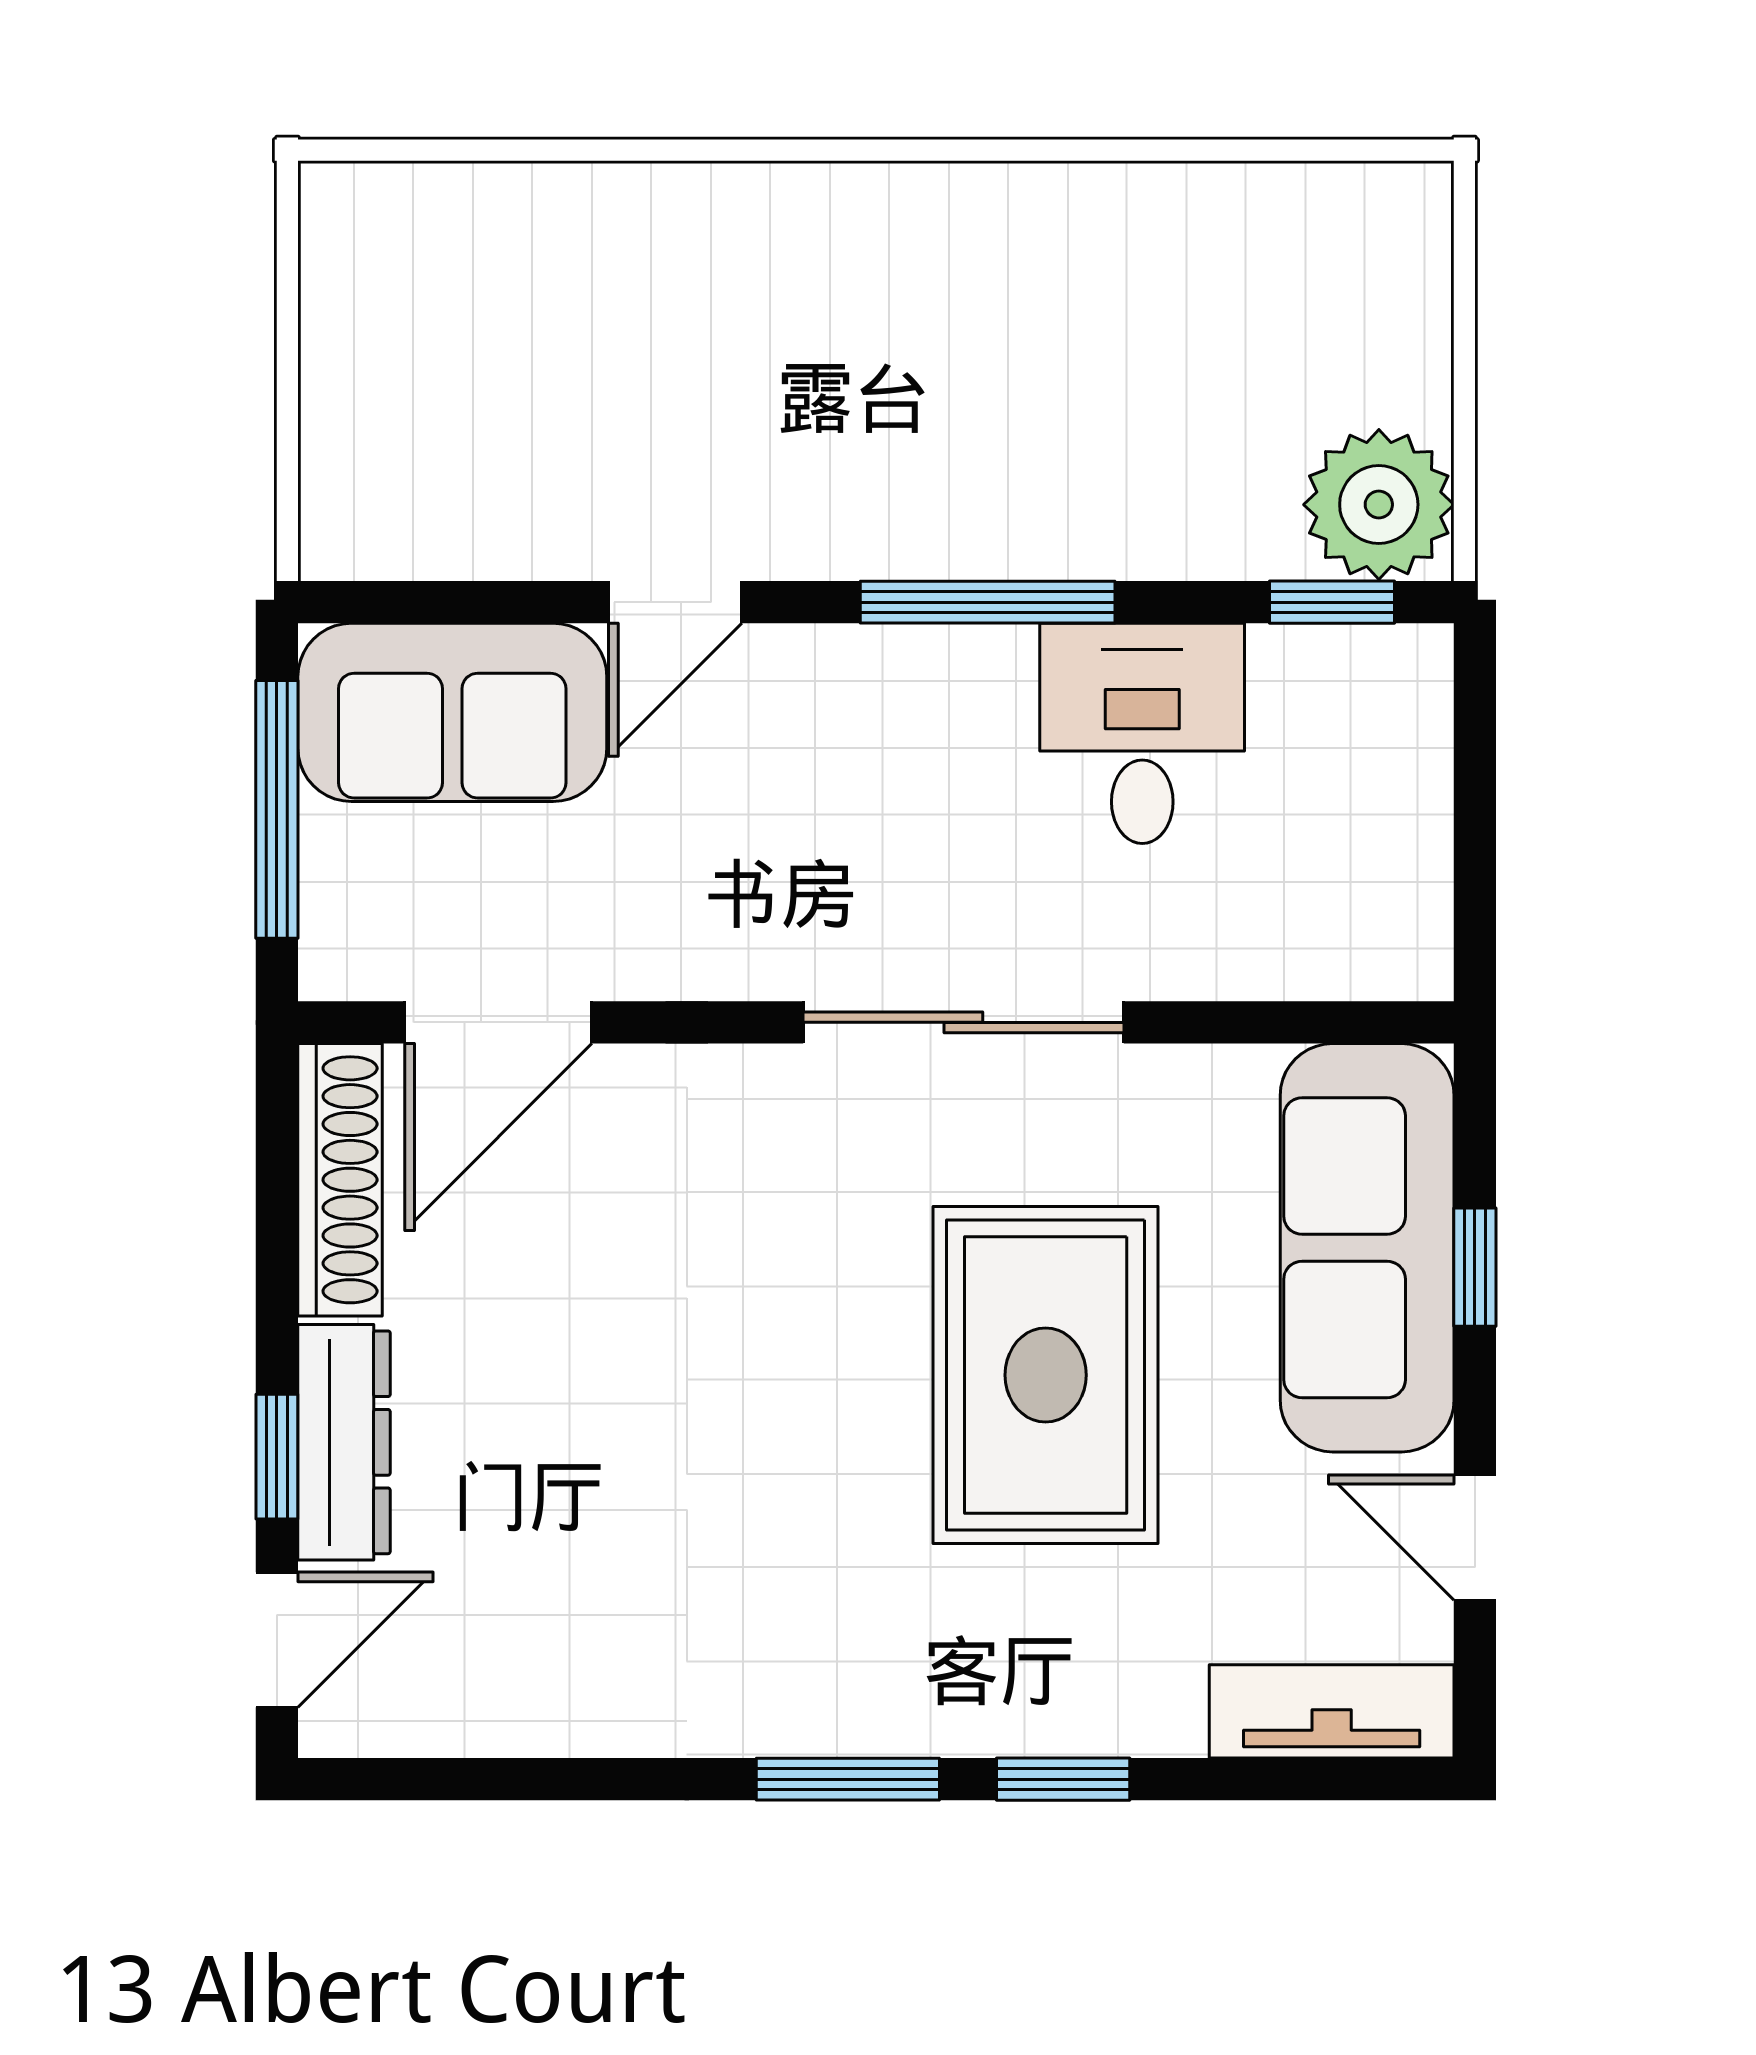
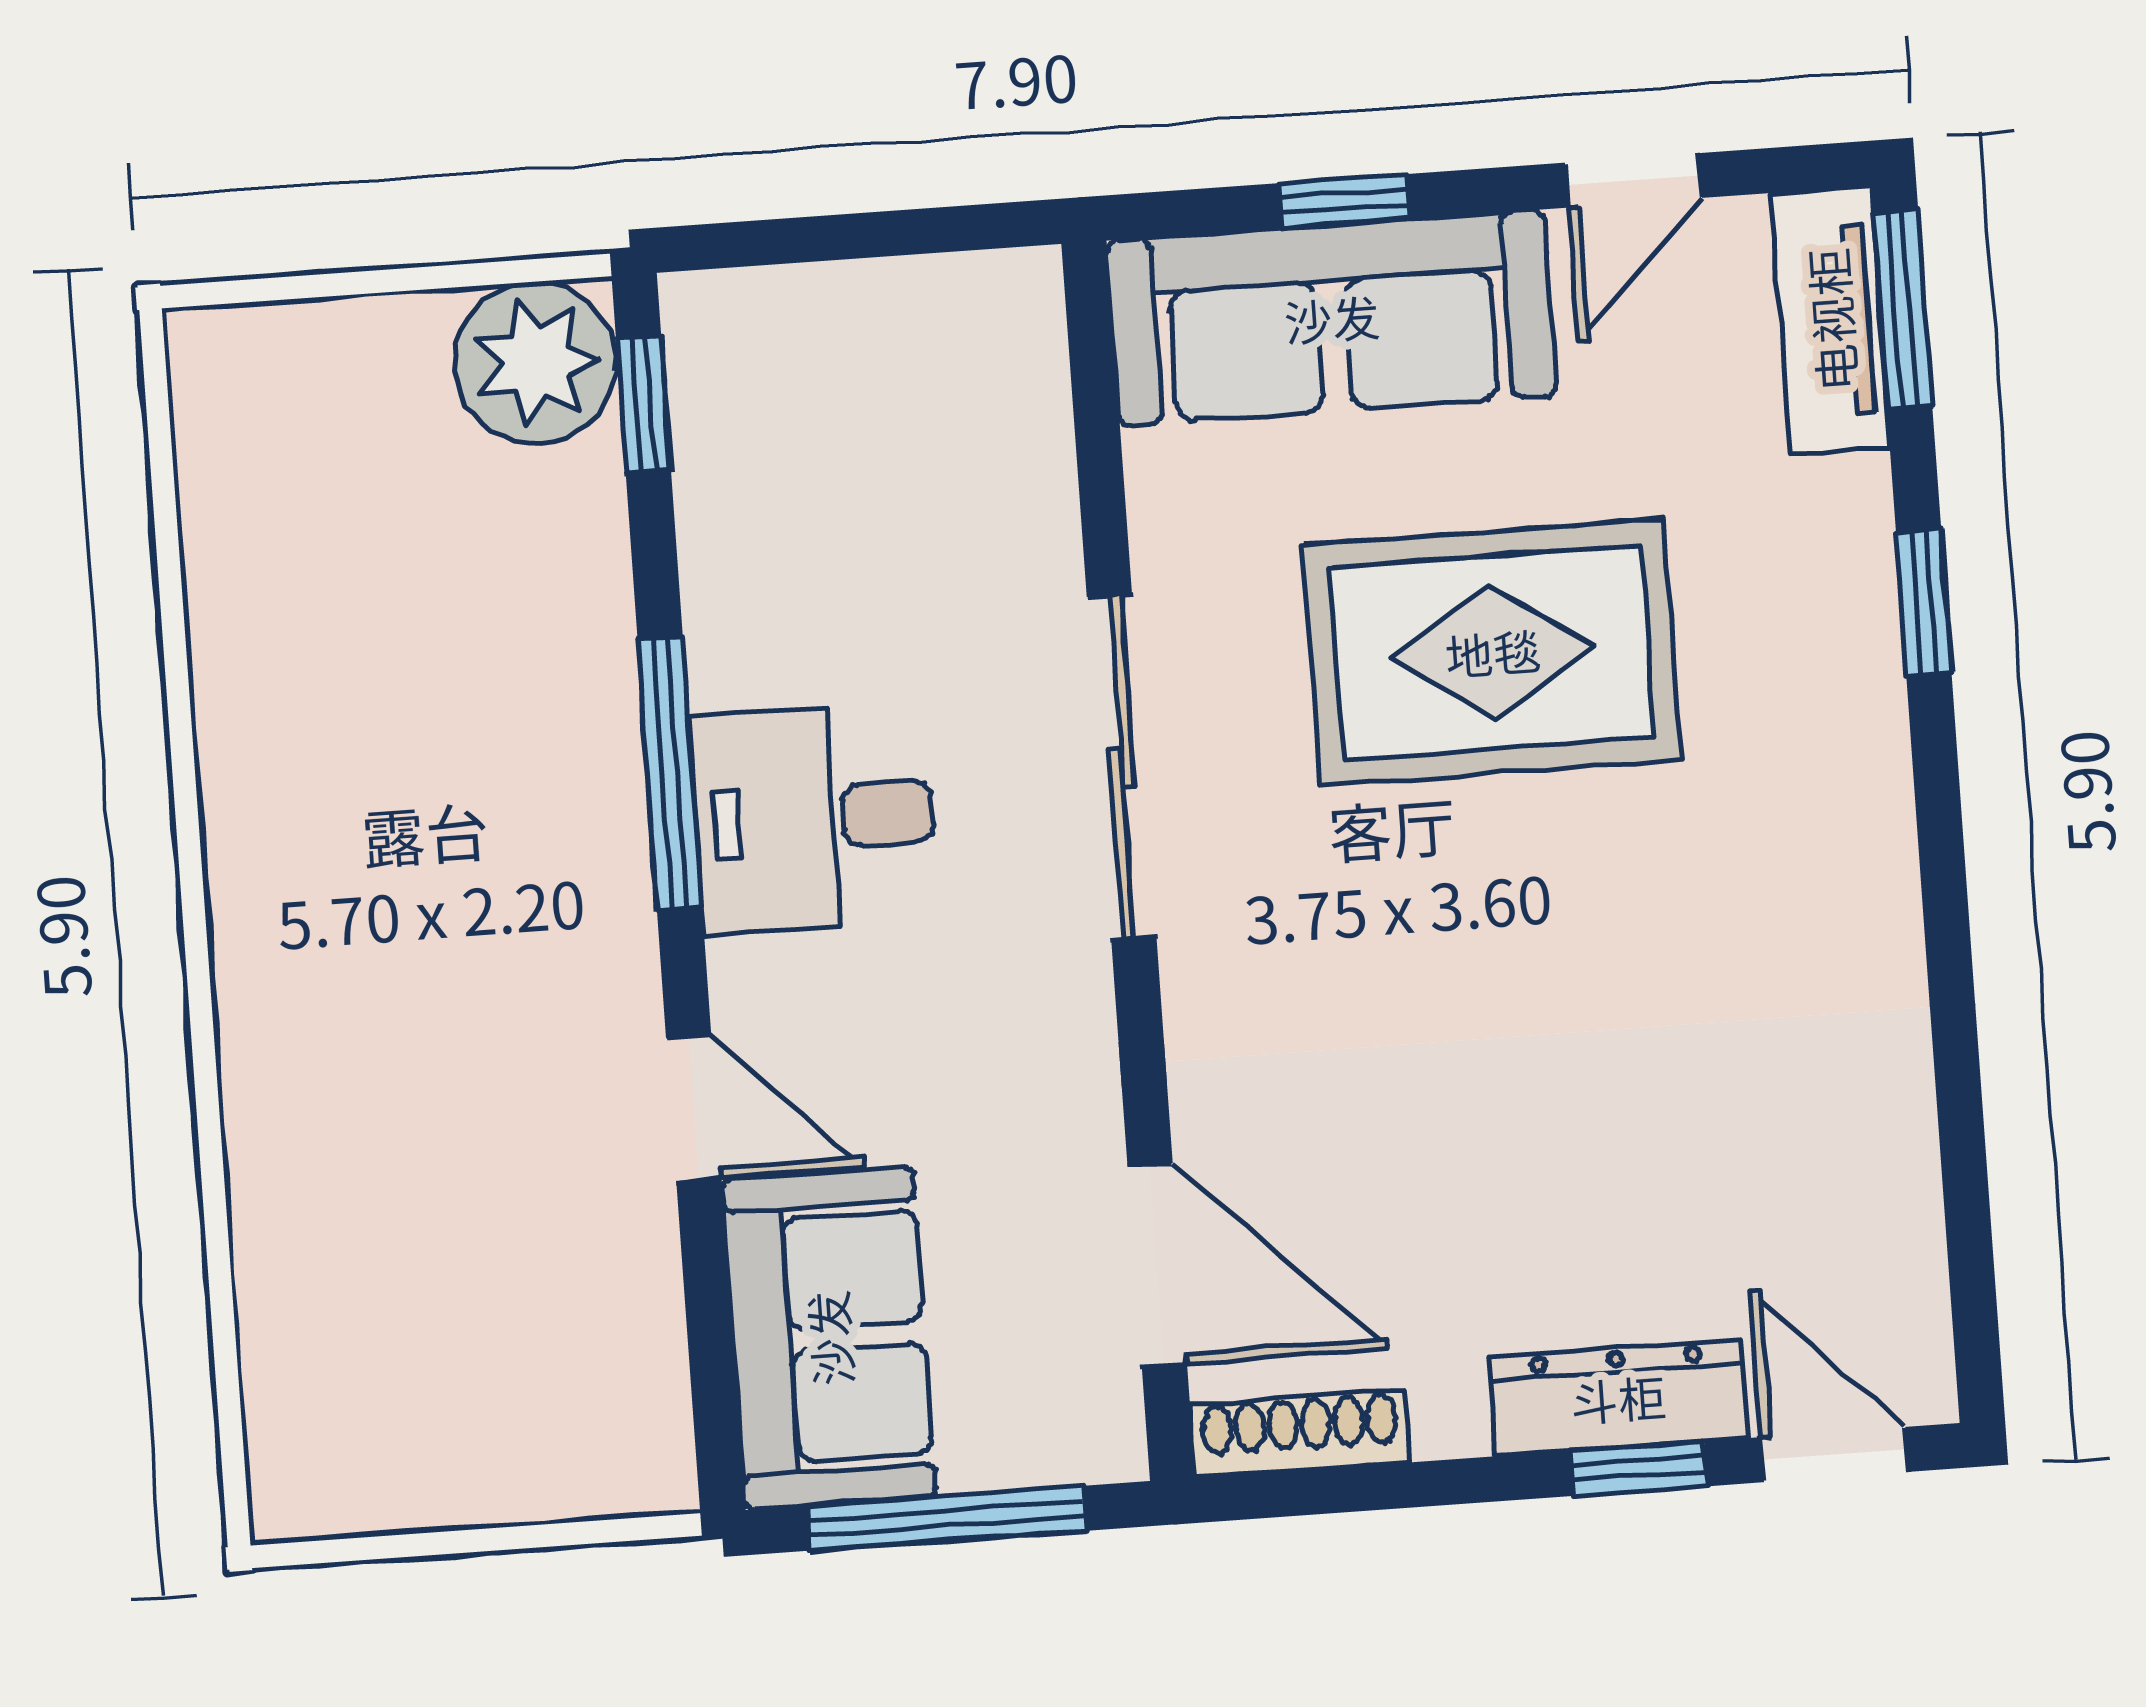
desk: (1142, 733) -> (814, 818), moved
shoe rack: (340, 1180) -> (1300, 1434), width x0.74, depth x0.81
window: (848, 1779) -> (1903, 310), moved

